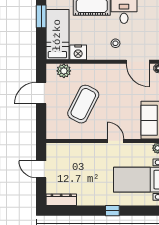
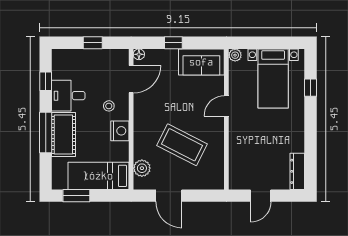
nightstand: (78, 52) -> (120, 131), moved
window: (112, 211) -> (310, 88), moved

